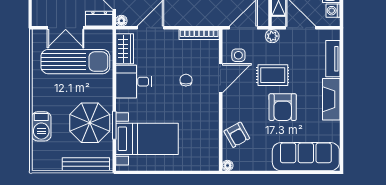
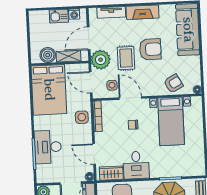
side table: (199, 14) -> (82, 117), added
plant: (272, 36) -> (101, 60), width x1.87, depth x1.87
bed with nightstands: (147, 139) -> (171, 121), moved, turned 180

